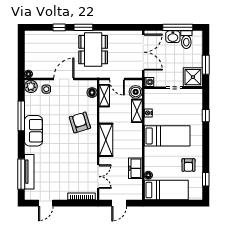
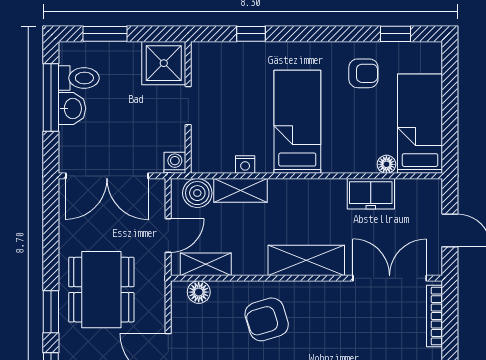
dining table: (93, 50) -> (101, 290), turned 90
double door: (143, 52) -> (107, 176), swing flipped
window: (206, 65) -> (105, 34), moved
double door: (98, 177) -> (390, 278), width x1.37

